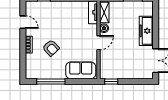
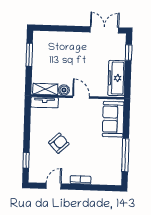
freezer: (146, 31) -> (117, 78), moved, turned 90
armchair: (51, 48) -> (59, 143), moved
window: (111, 82) -> (129, 53), moved

